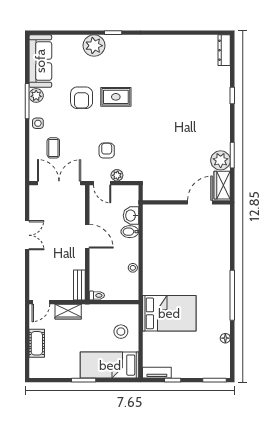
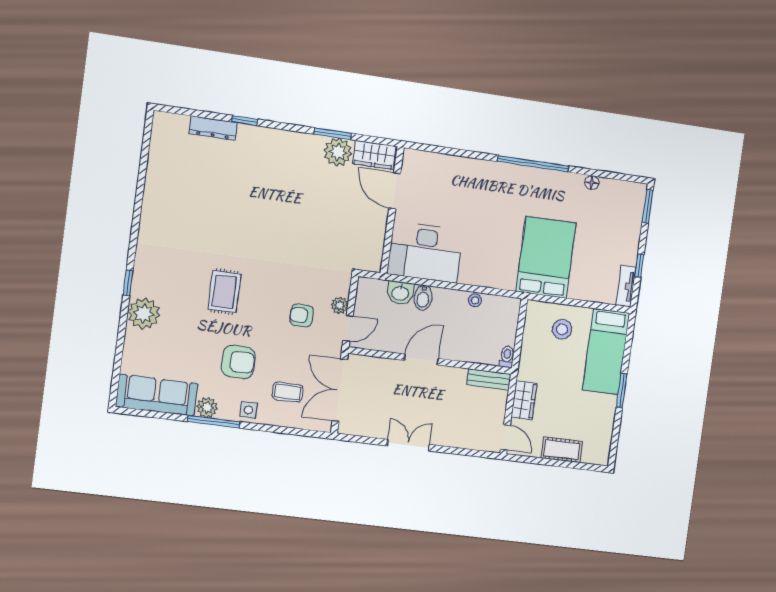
dresser: (224, 50) -> (213, 128), moved
armchair: (82, 98) -> (238, 362), moved
desk: (161, 229) -> (425, 252), added

